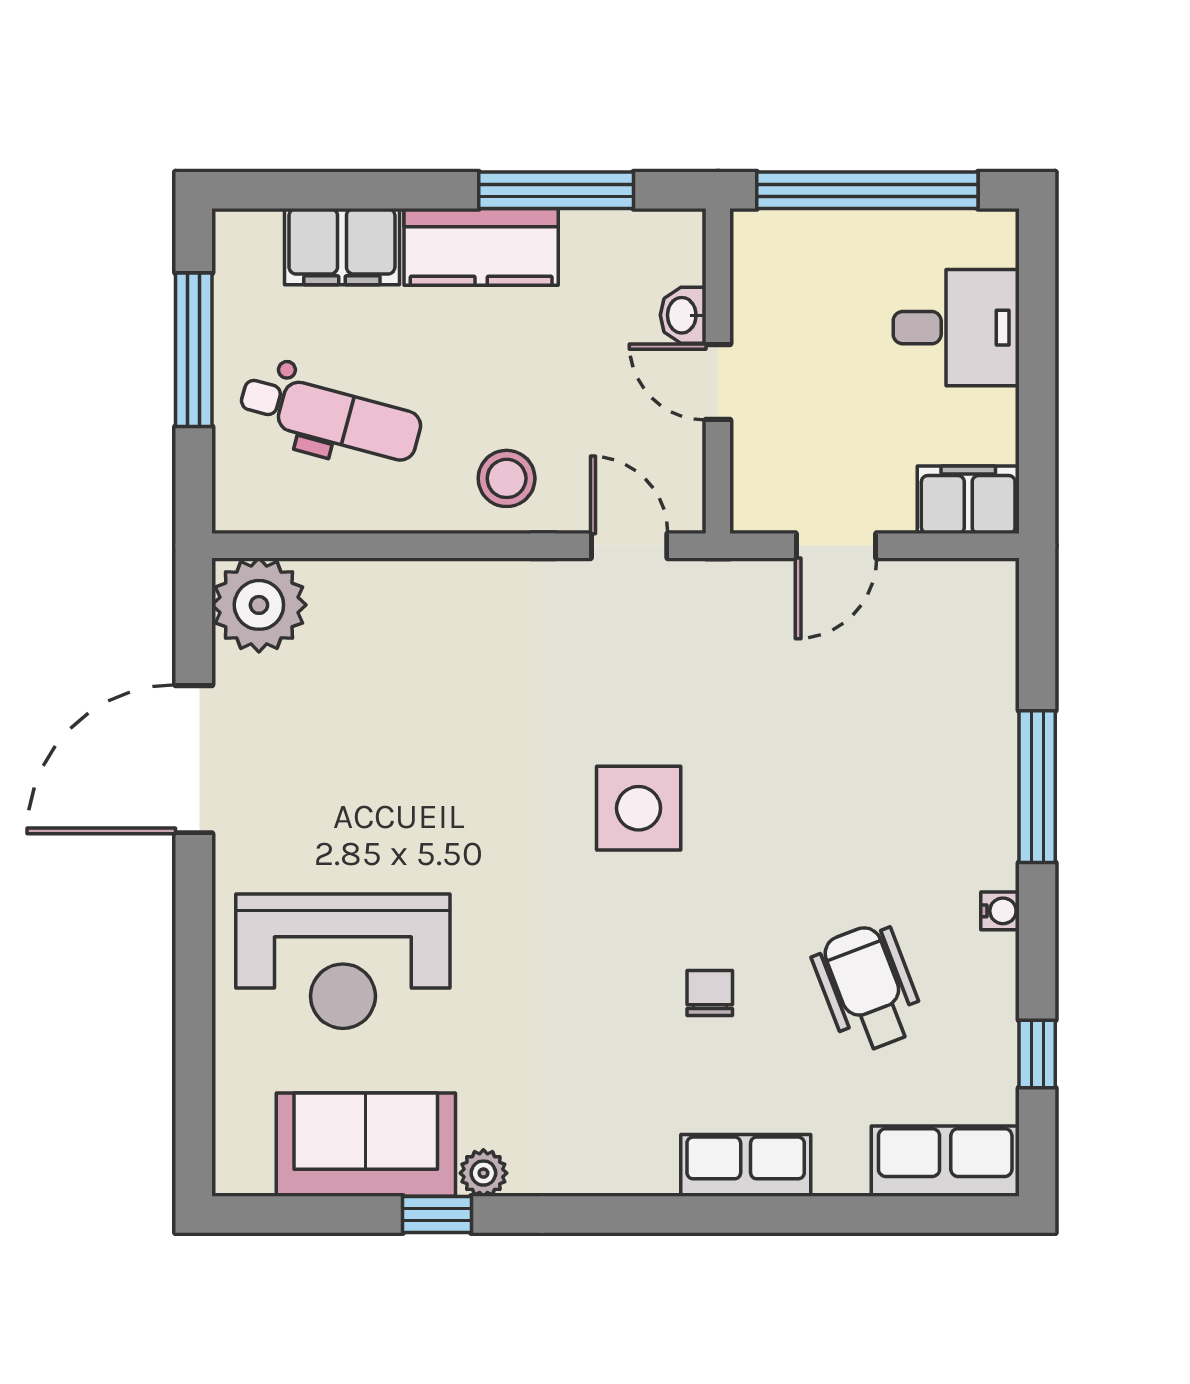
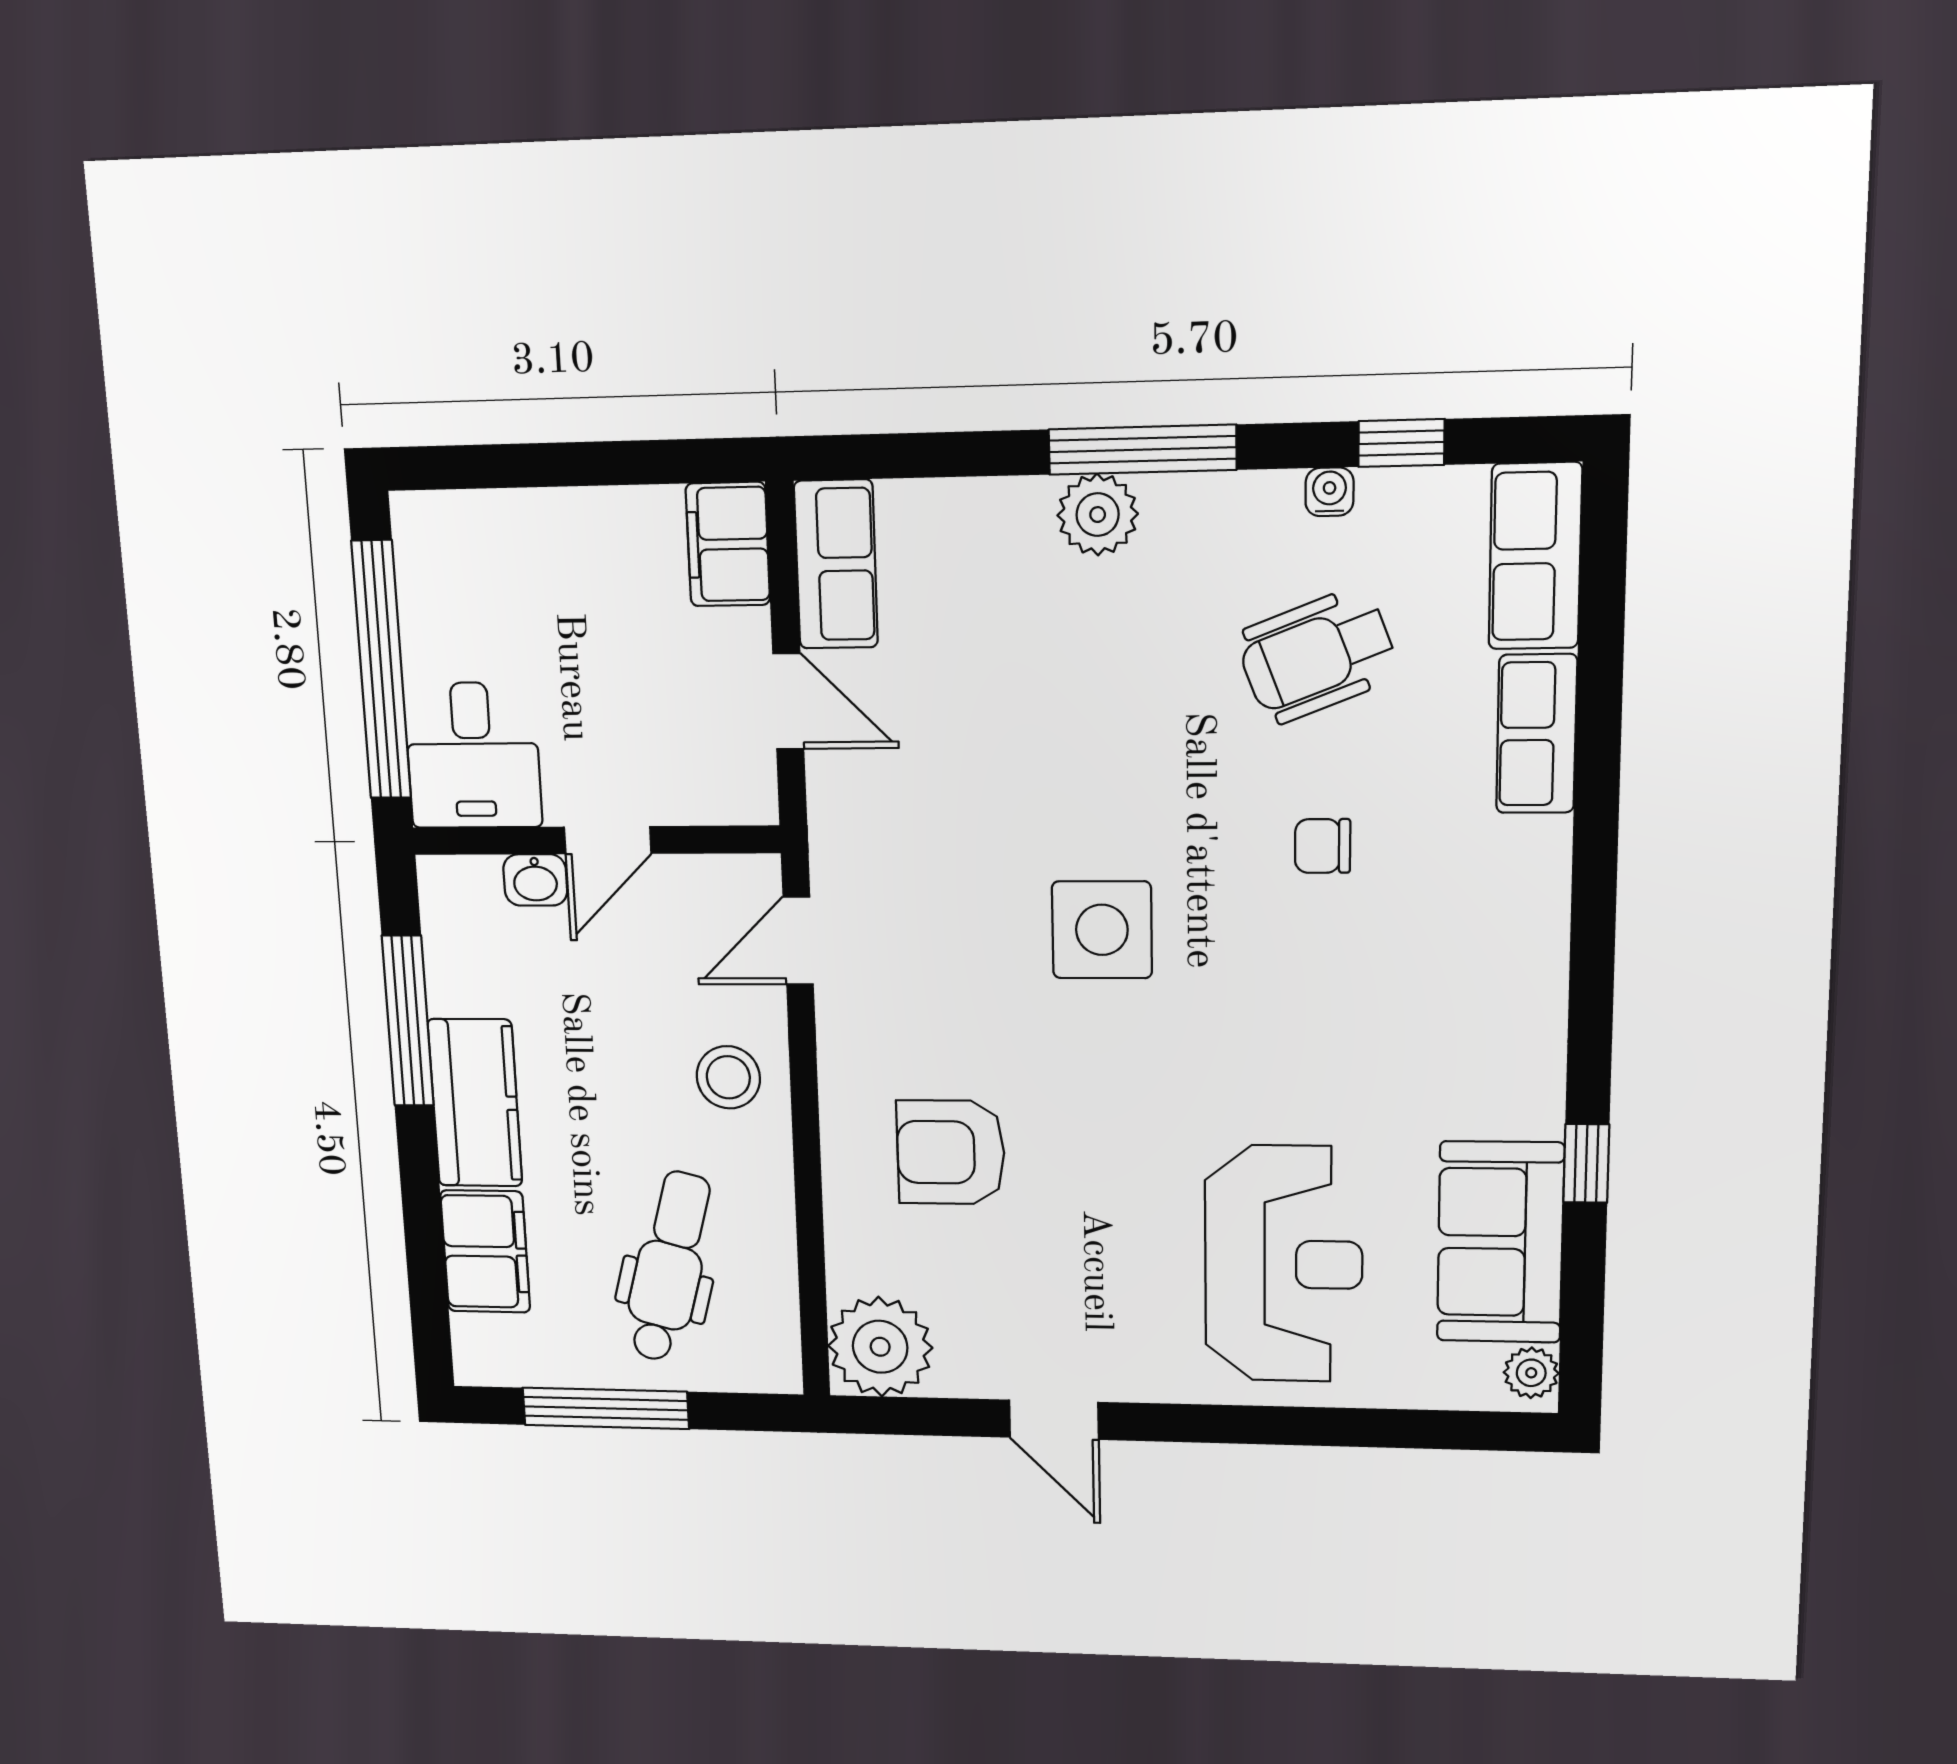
desk: (956, 328) -> (473, 755), moved, turned 180
row of seats: (950, 591) -> (836, 564), added
armchair: (440, 673) -> (951, 1152), added
door: (194, 759) -> (1054, 1420), width x0.53
window: (1037, 787) -> (1142, 450), moved
plant: (986, 810) -> (1098, 515), added
water cooler: (1000, 911) -> (1329, 492), moved
row of seats: (746, 1165) -> (1537, 734), moved
plant: (483, 1173) -> (1531, 1373), moved

